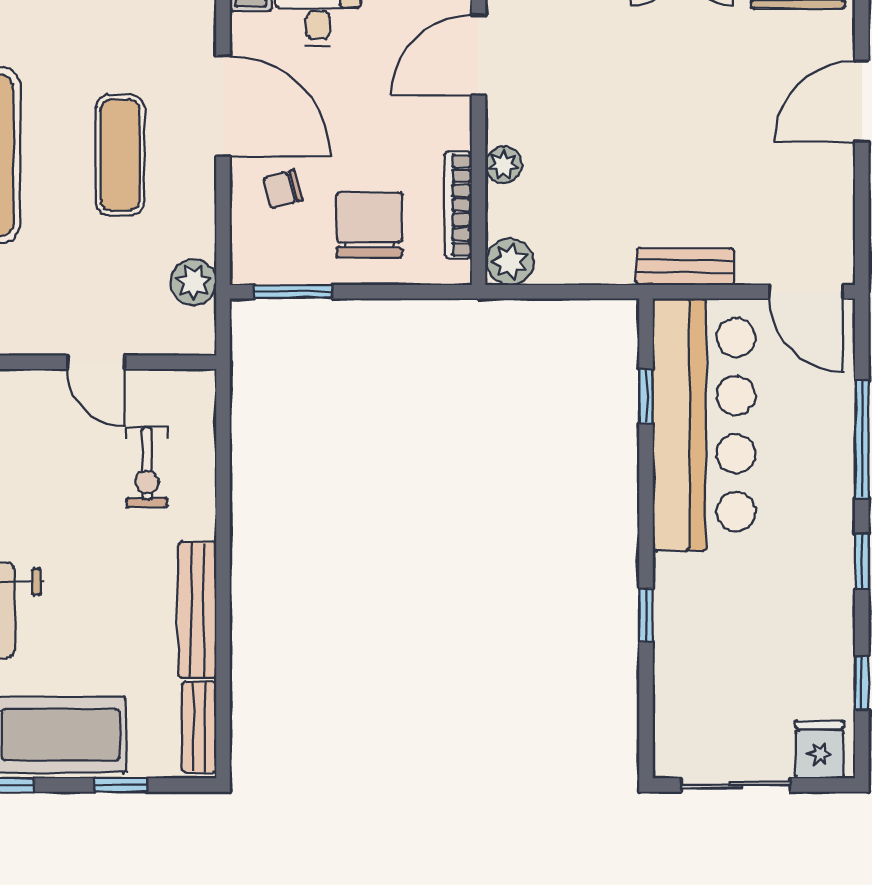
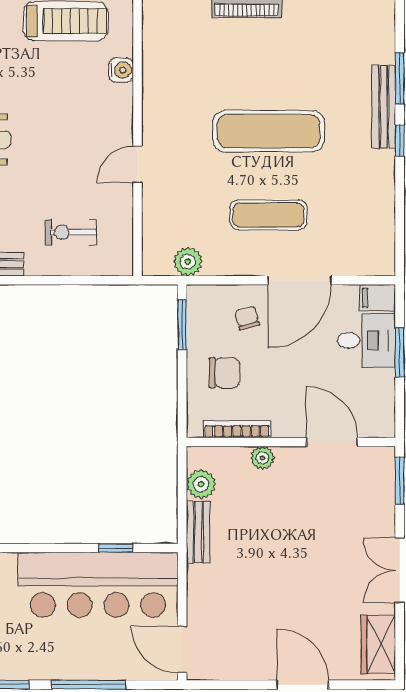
chair: (369, 225) -> (224, 373), width x0.73, depth x0.73
plant: (510, 262) -> (201, 484), moved
bench: (685, 266) -> (198, 532), moved
door: (806, 292) -> (182, 650), hinge flipped
door: (96, 362) -> (138, 164), moved

